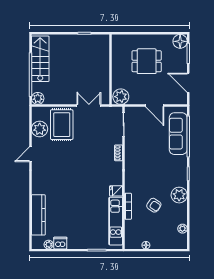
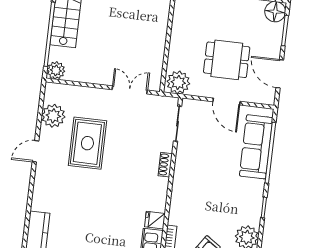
dining table: (147, 61) -> (227, 60), moved
rug: (62, 125) -> (87, 143), moved

